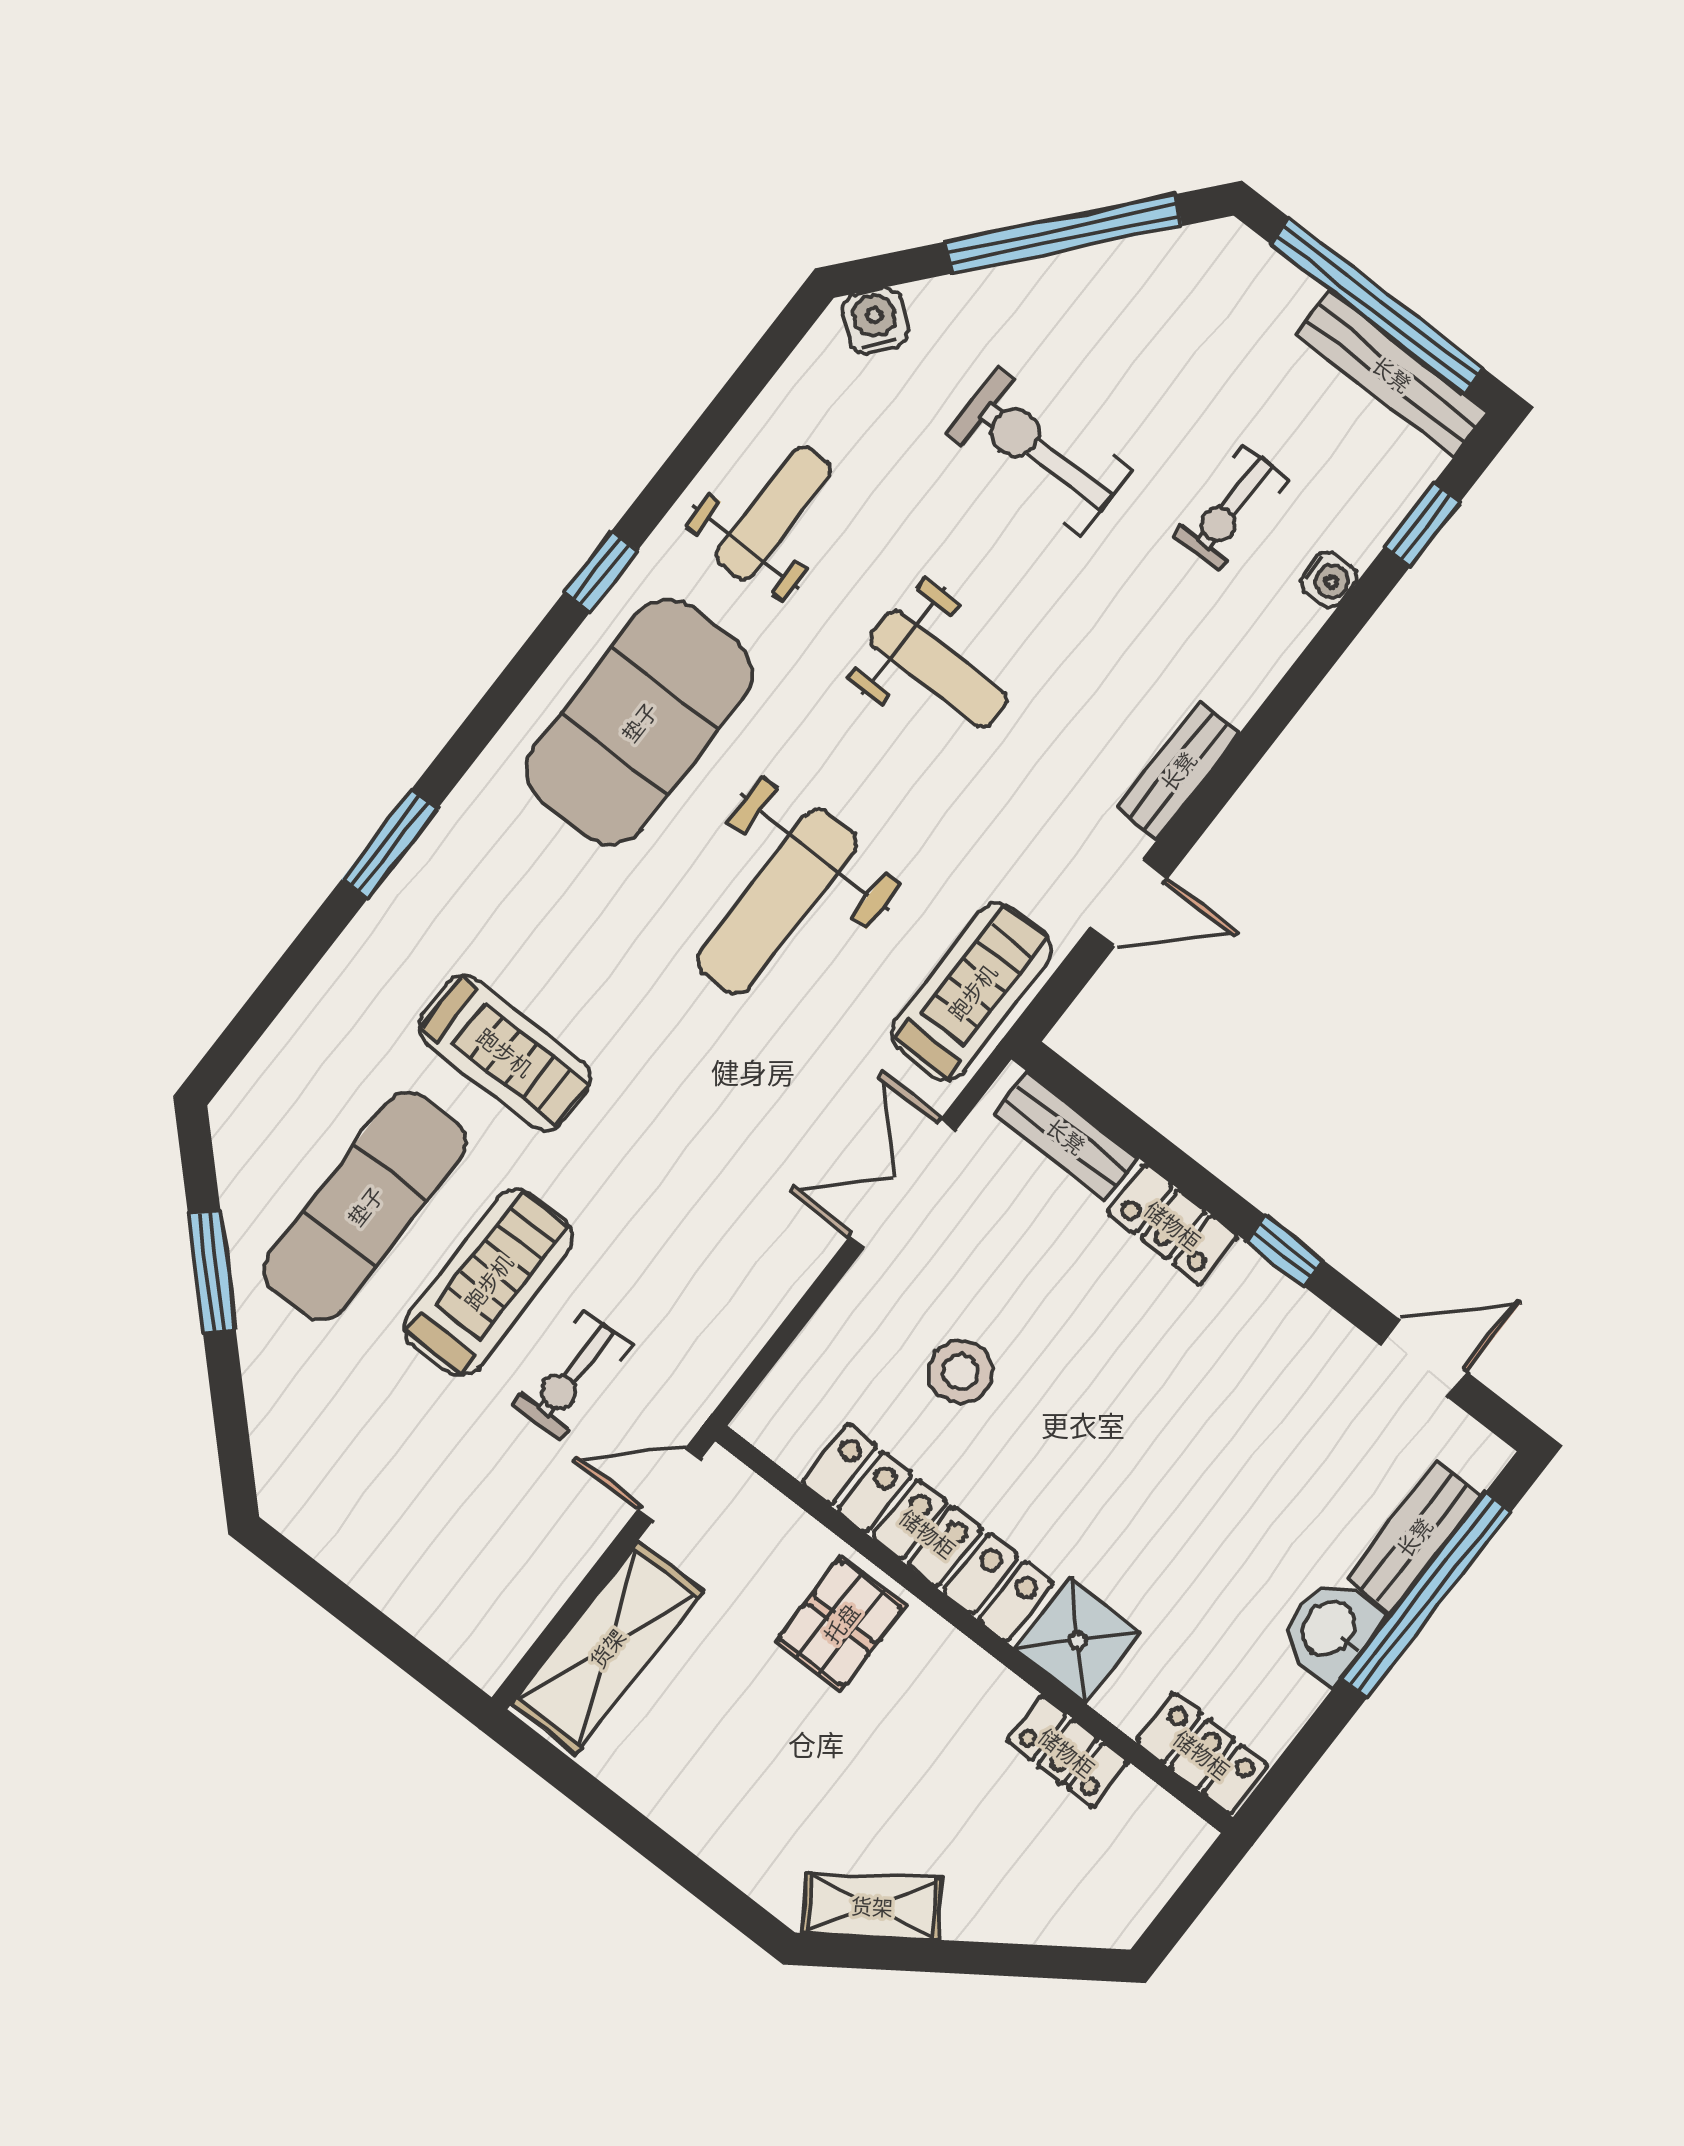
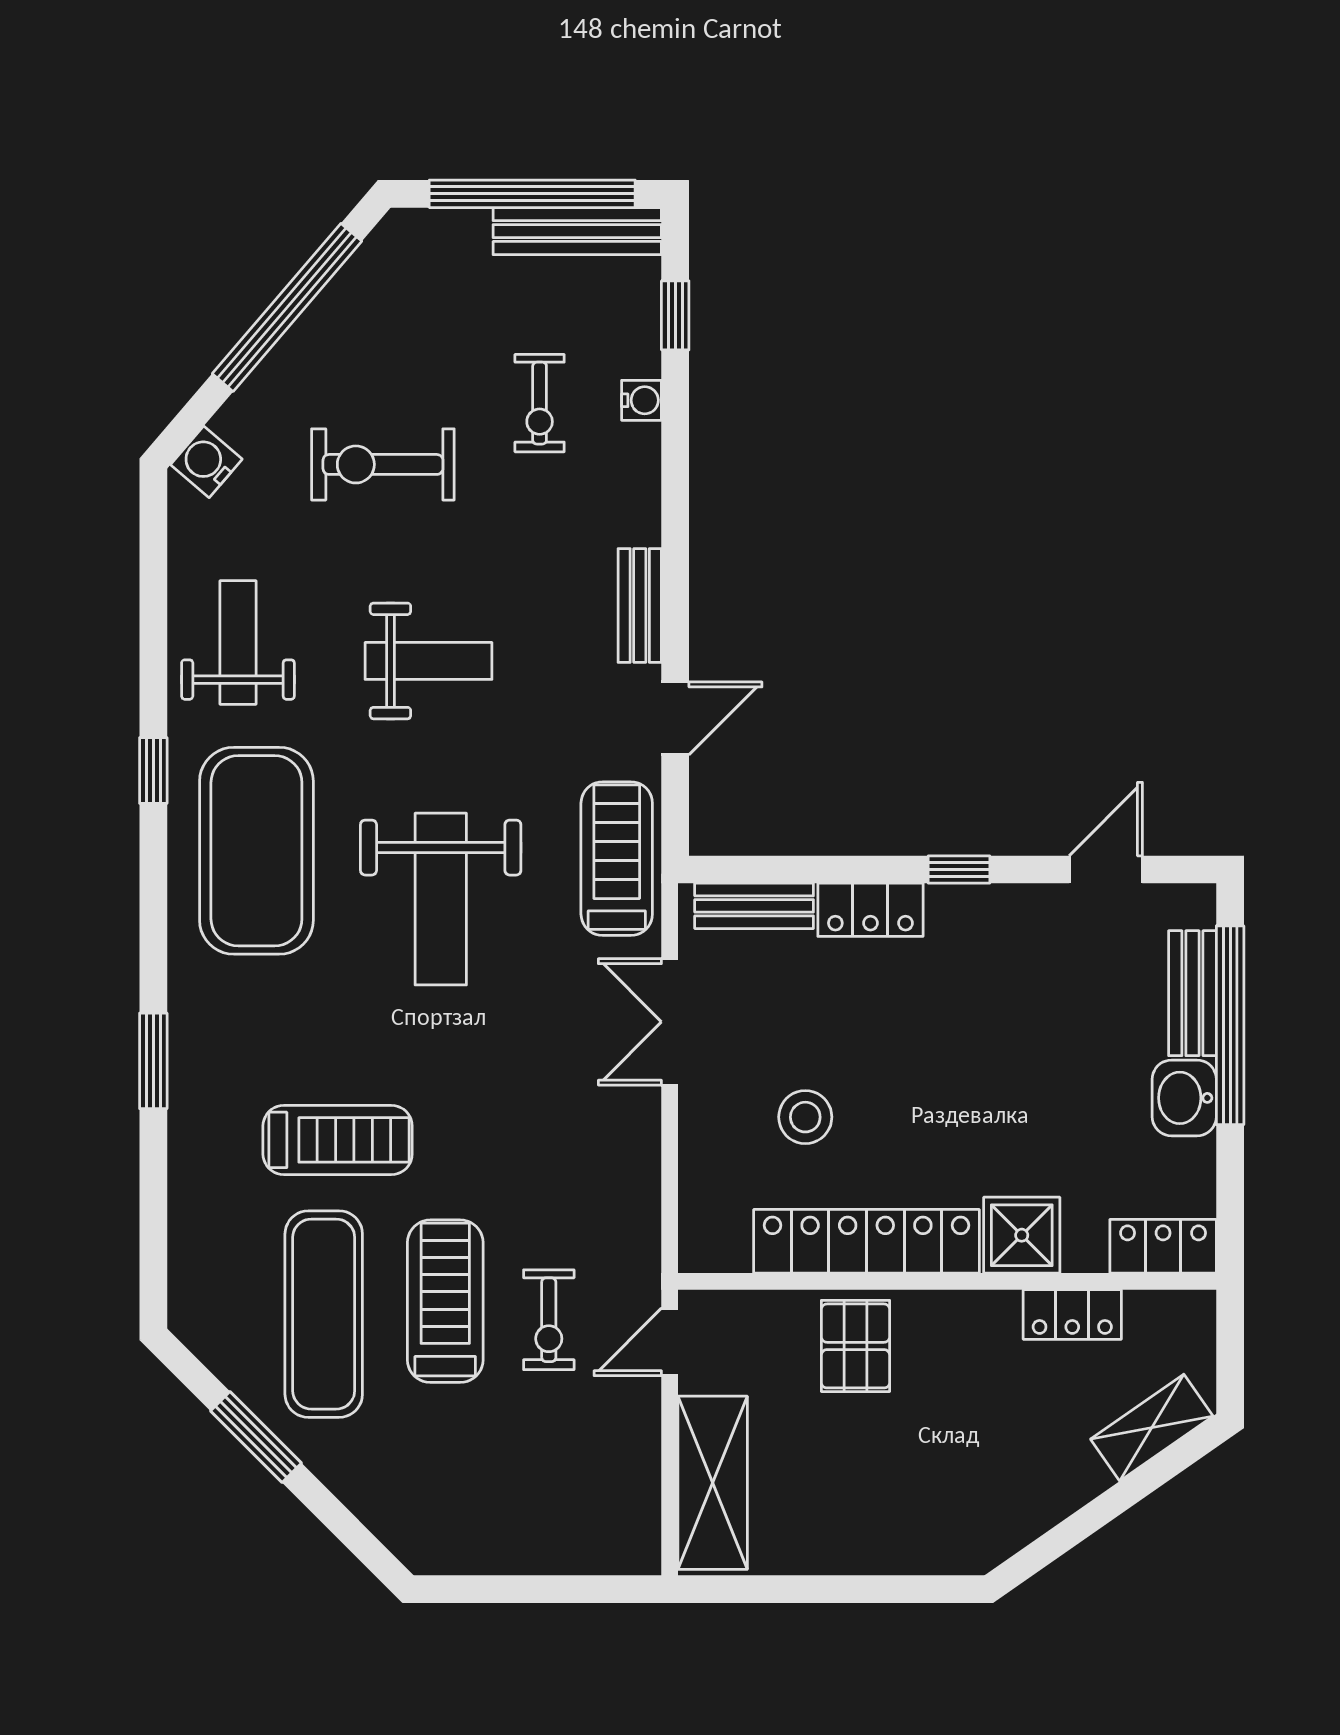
shelving: (872, 1906) -> (1152, 1428), moved

